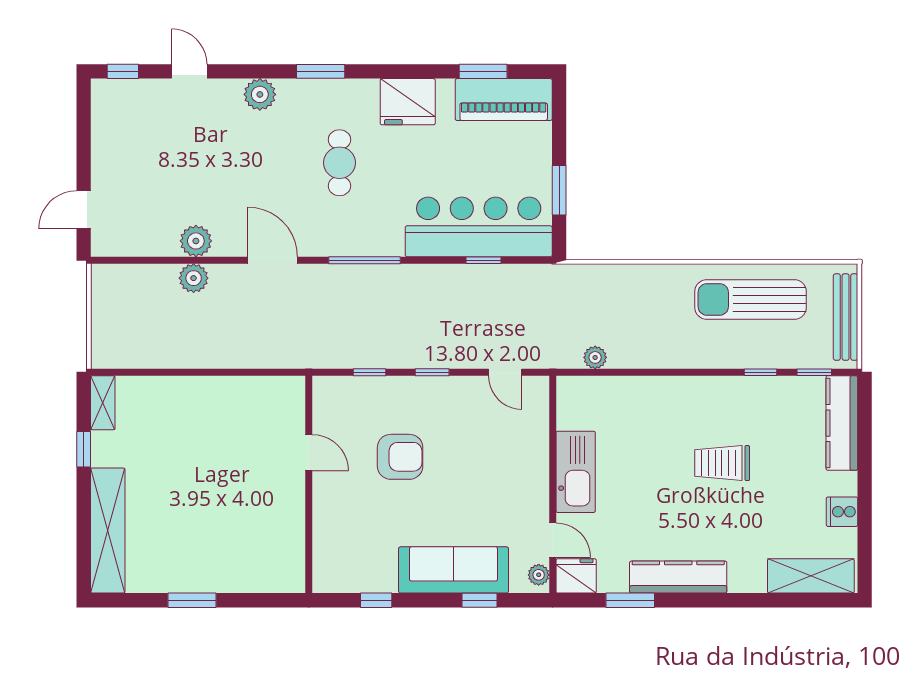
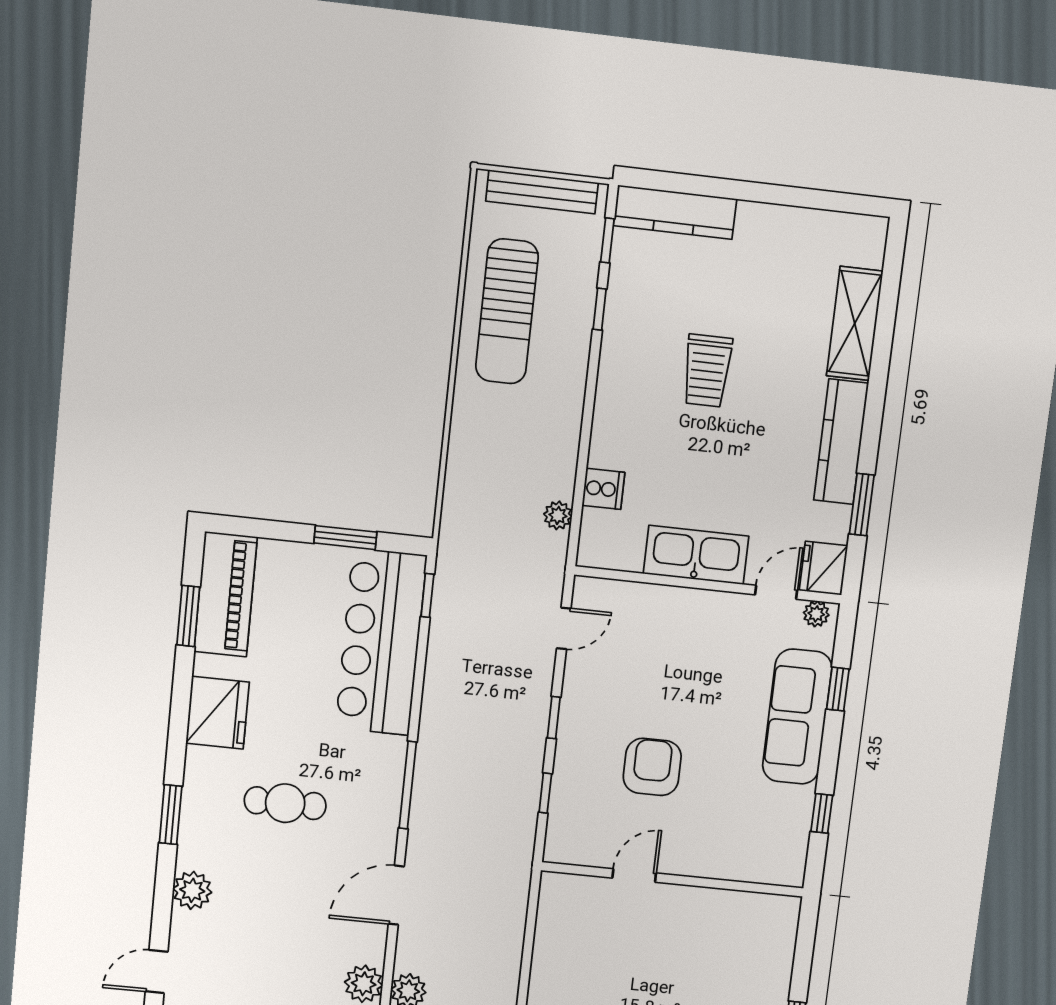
window: (483, 260) -> (427, 595), moved
cooker: (842, 512) -> (603, 489), moved, turned -90
shelving: (811, 576) -> (855, 323), moved

